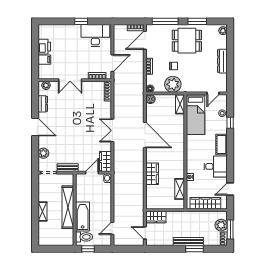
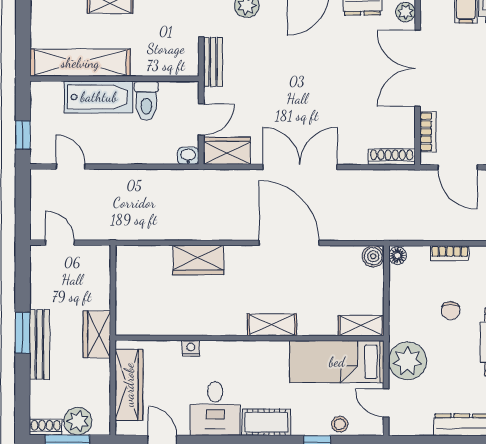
double door: (70, 80) -> (418, 68), width x1.37
plant: (173, 84) -> (408, 361), moved
double door: (112, 130) -> (300, 167), width x1.37
door: (145, 135) -> (289, 243), swing flipped
door: (92, 173) -> (201, 119), hinge flipped
shelving: (180, 189) -> (272, 325), moved
shelving: (68, 207) -> (80, 63), moved
wardrobe: (156, 217) -> (97, 334), moved
door: (145, 233) -> (60, 243), hinge flipped
toilet: (84, 237) -> (146, 101), moved
window: (88, 249) -> (23, 135), moved
window: (194, 249) -> (23, 333), moved

